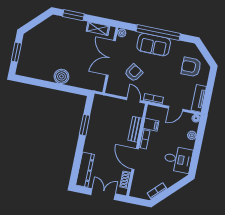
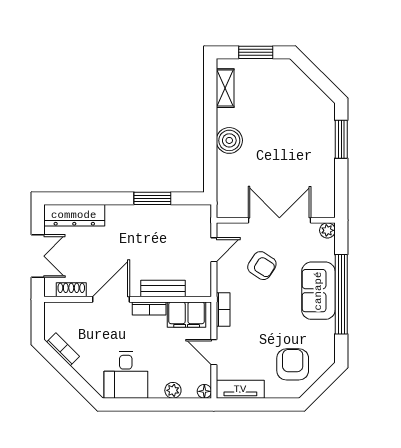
shelving: (98, 29) -> (225, 88), moved
door: (133, 100) -> (214, 250), moved
filing cabinet: (151, 125) -> (187, 315), width x2.00

